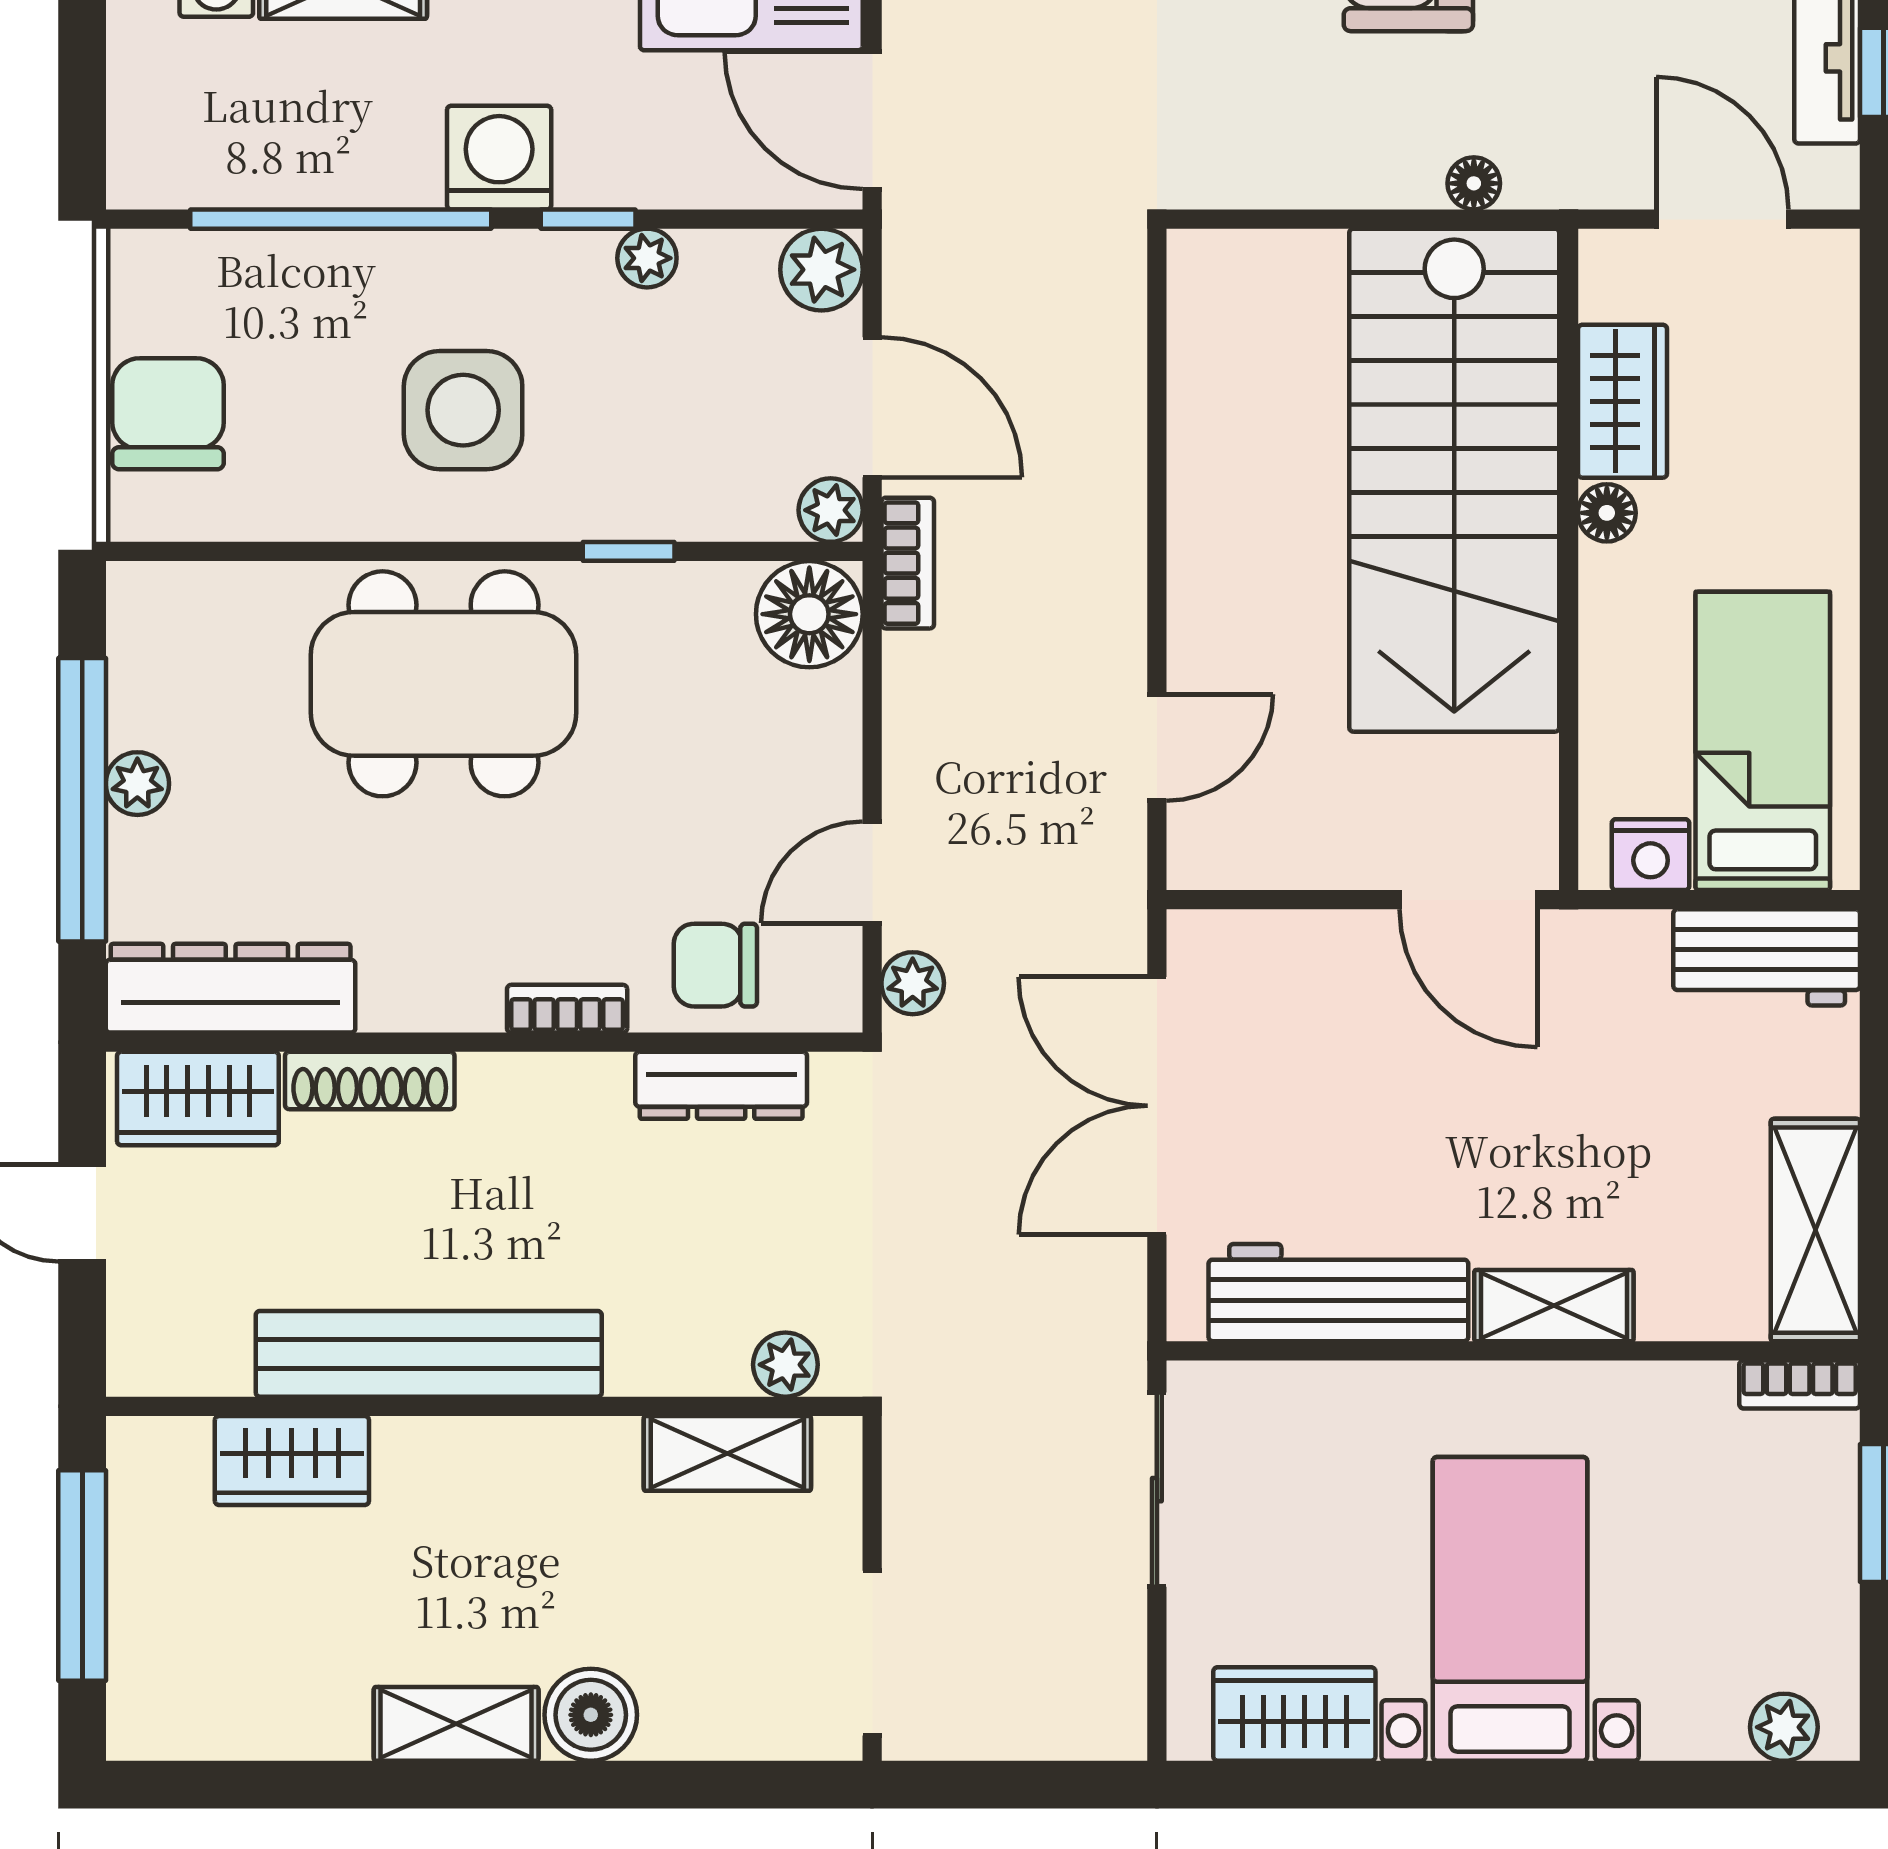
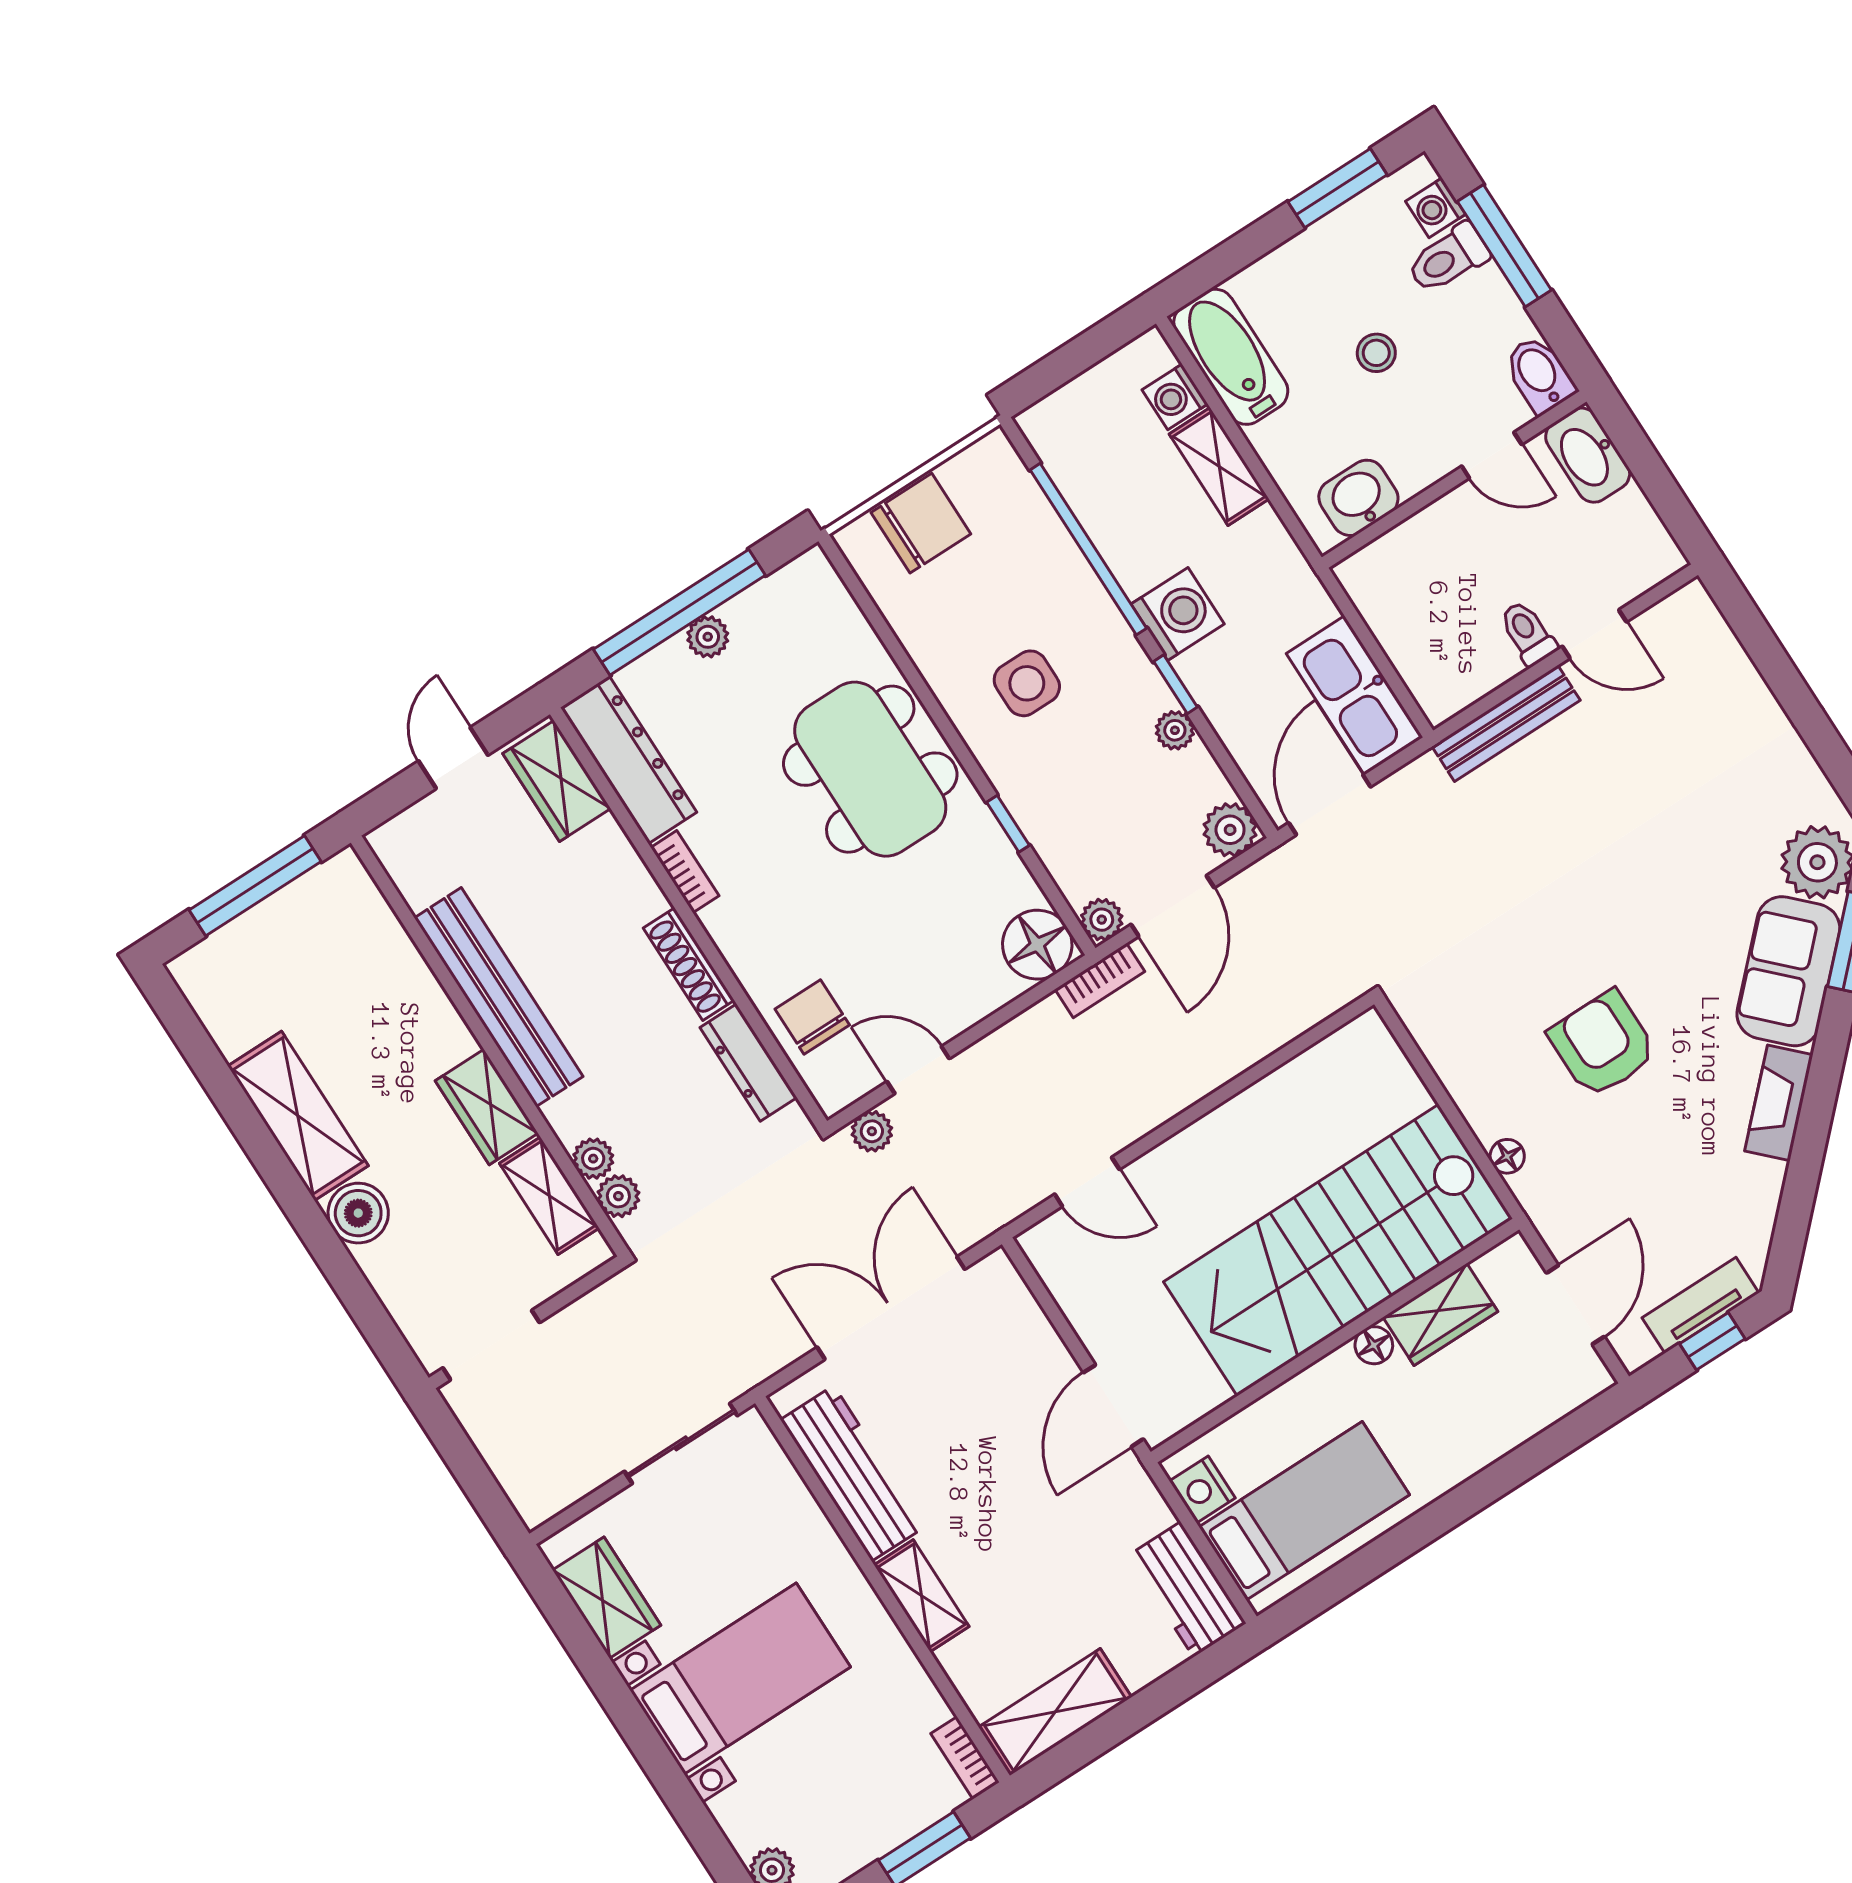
side table: (463, 410) -> (1027, 683), width x0.73, depth x0.73
bookcase: (567, 1009) -> (685, 872), moved
shoe rack: (370, 1080) -> (689, 964), moved
plant: (716, 1366) -> (593, 1159), added
wardrobe: (292, 1460) -> (487, 1107), moved
shelving: (456, 1724) -> (298, 1116), width x1.50, depth x1.33

